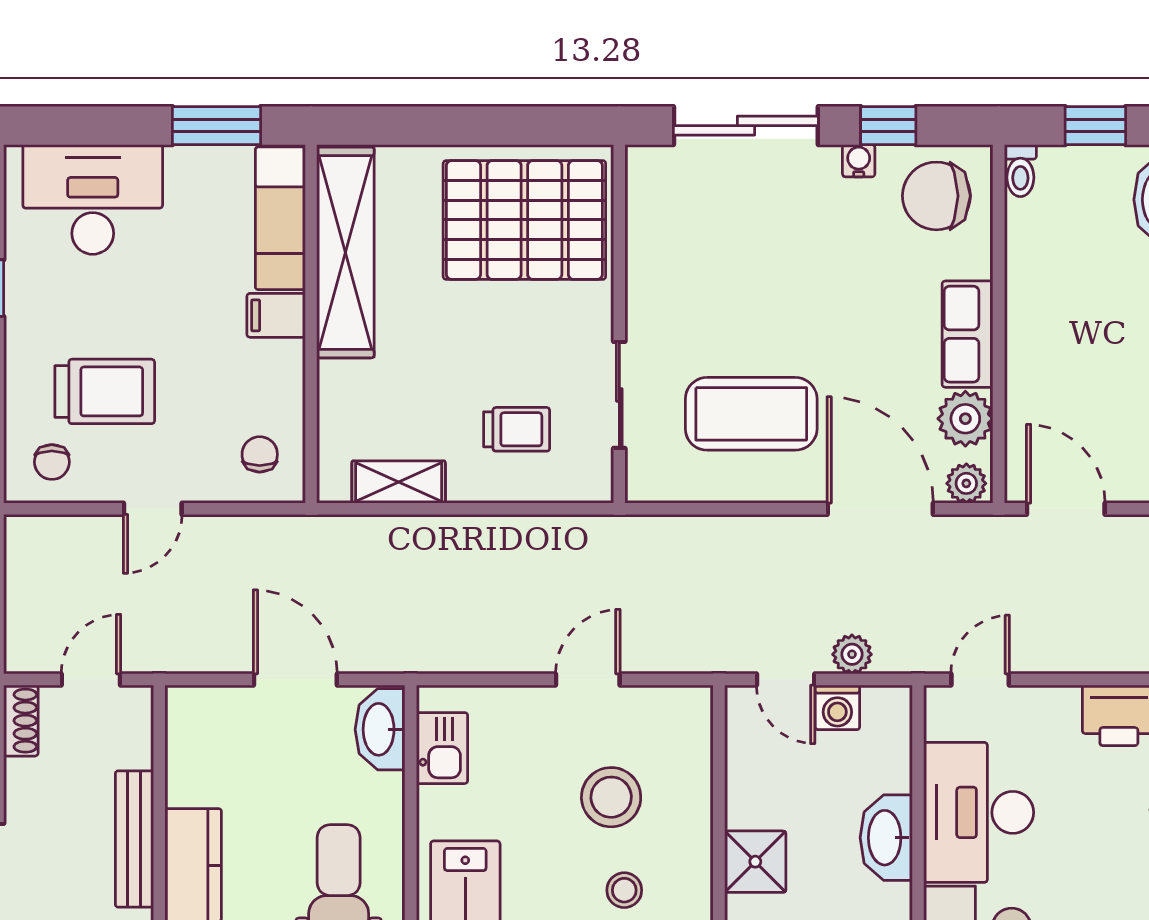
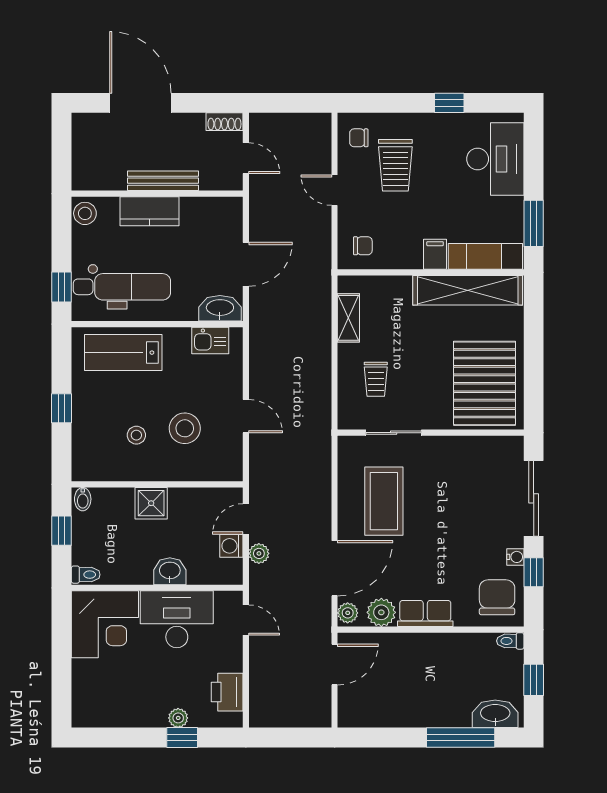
washbasin: (886, 838) -> (170, 571), width x0.72

